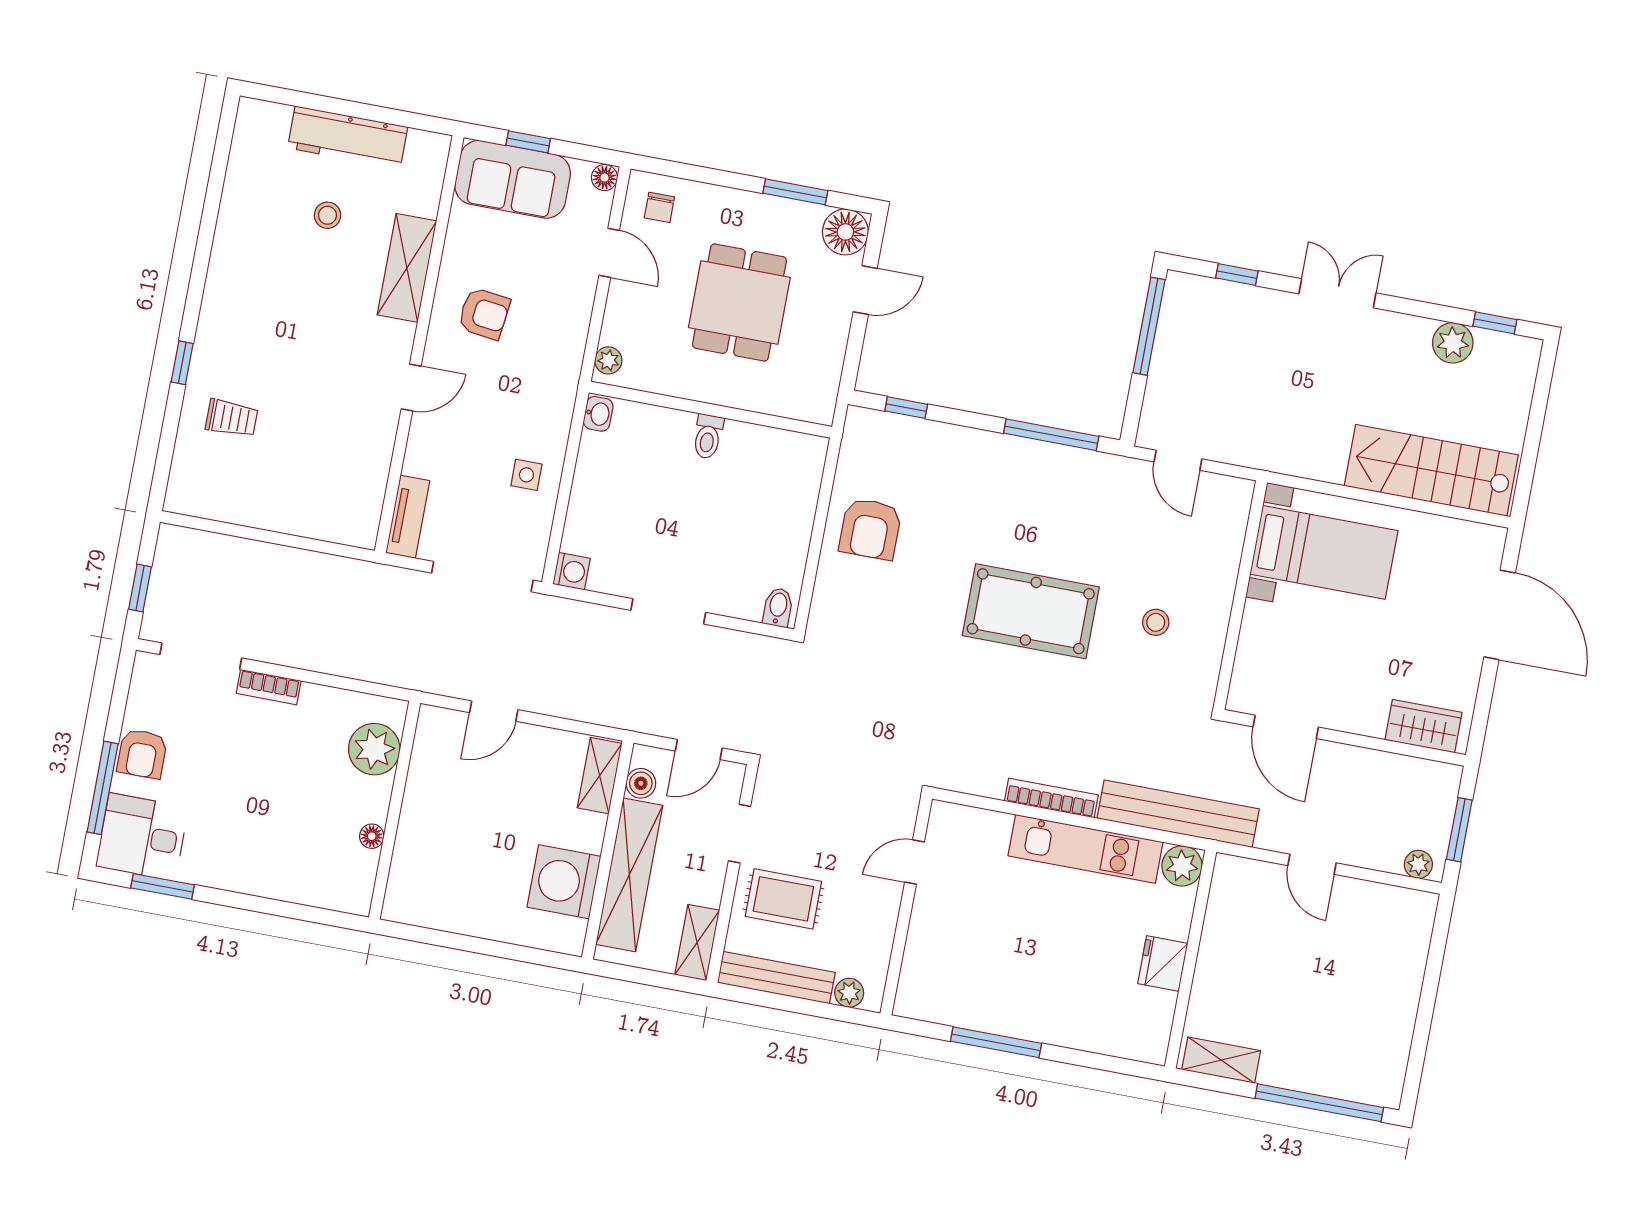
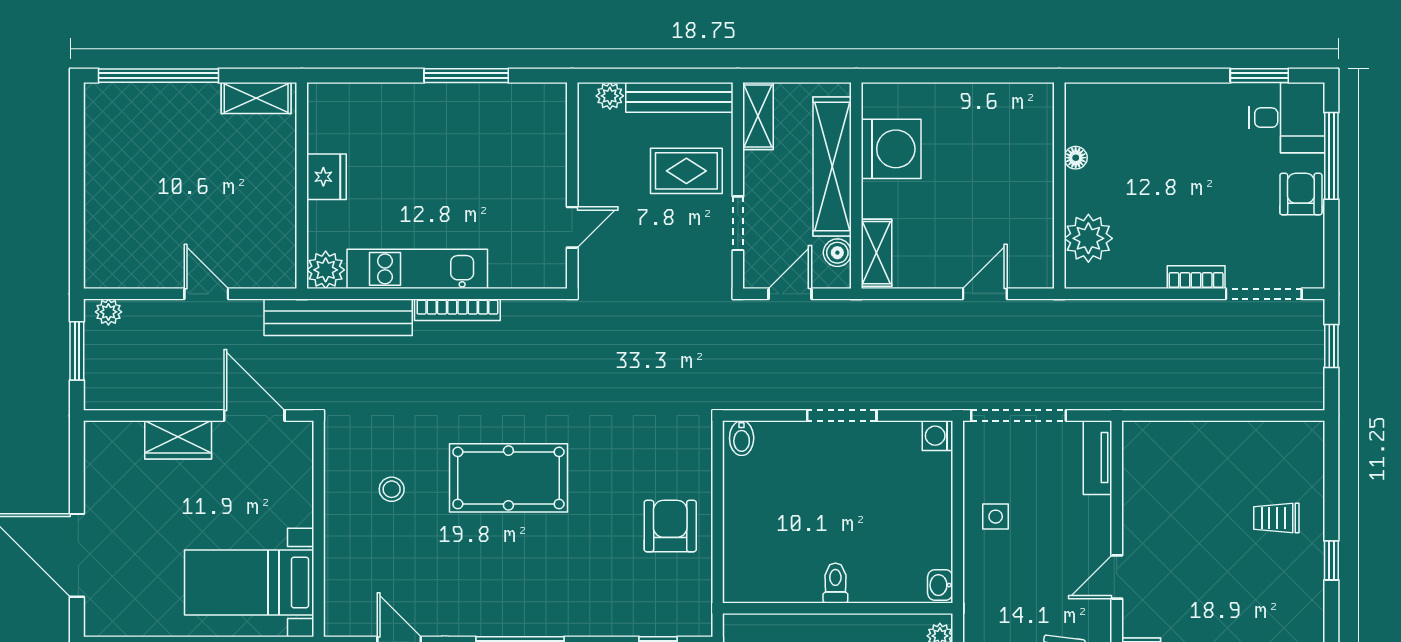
wardrobe: (1423, 726) -> (178, 440), moved

